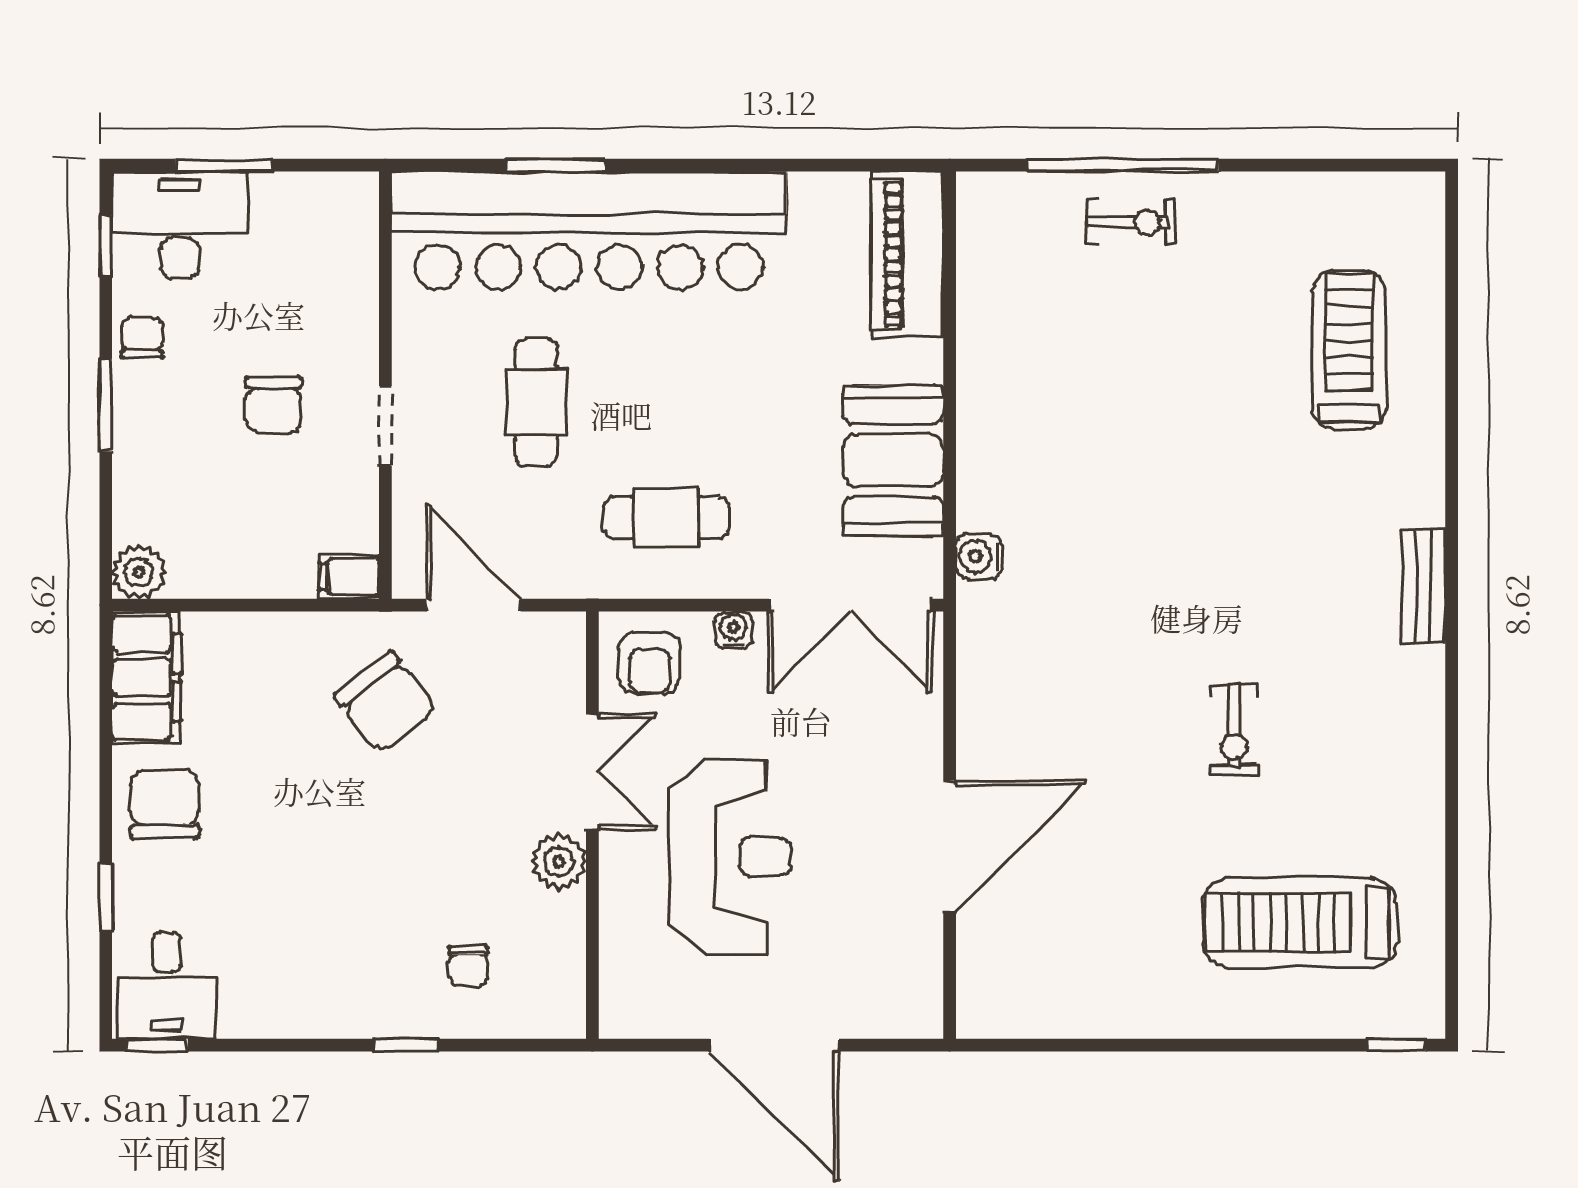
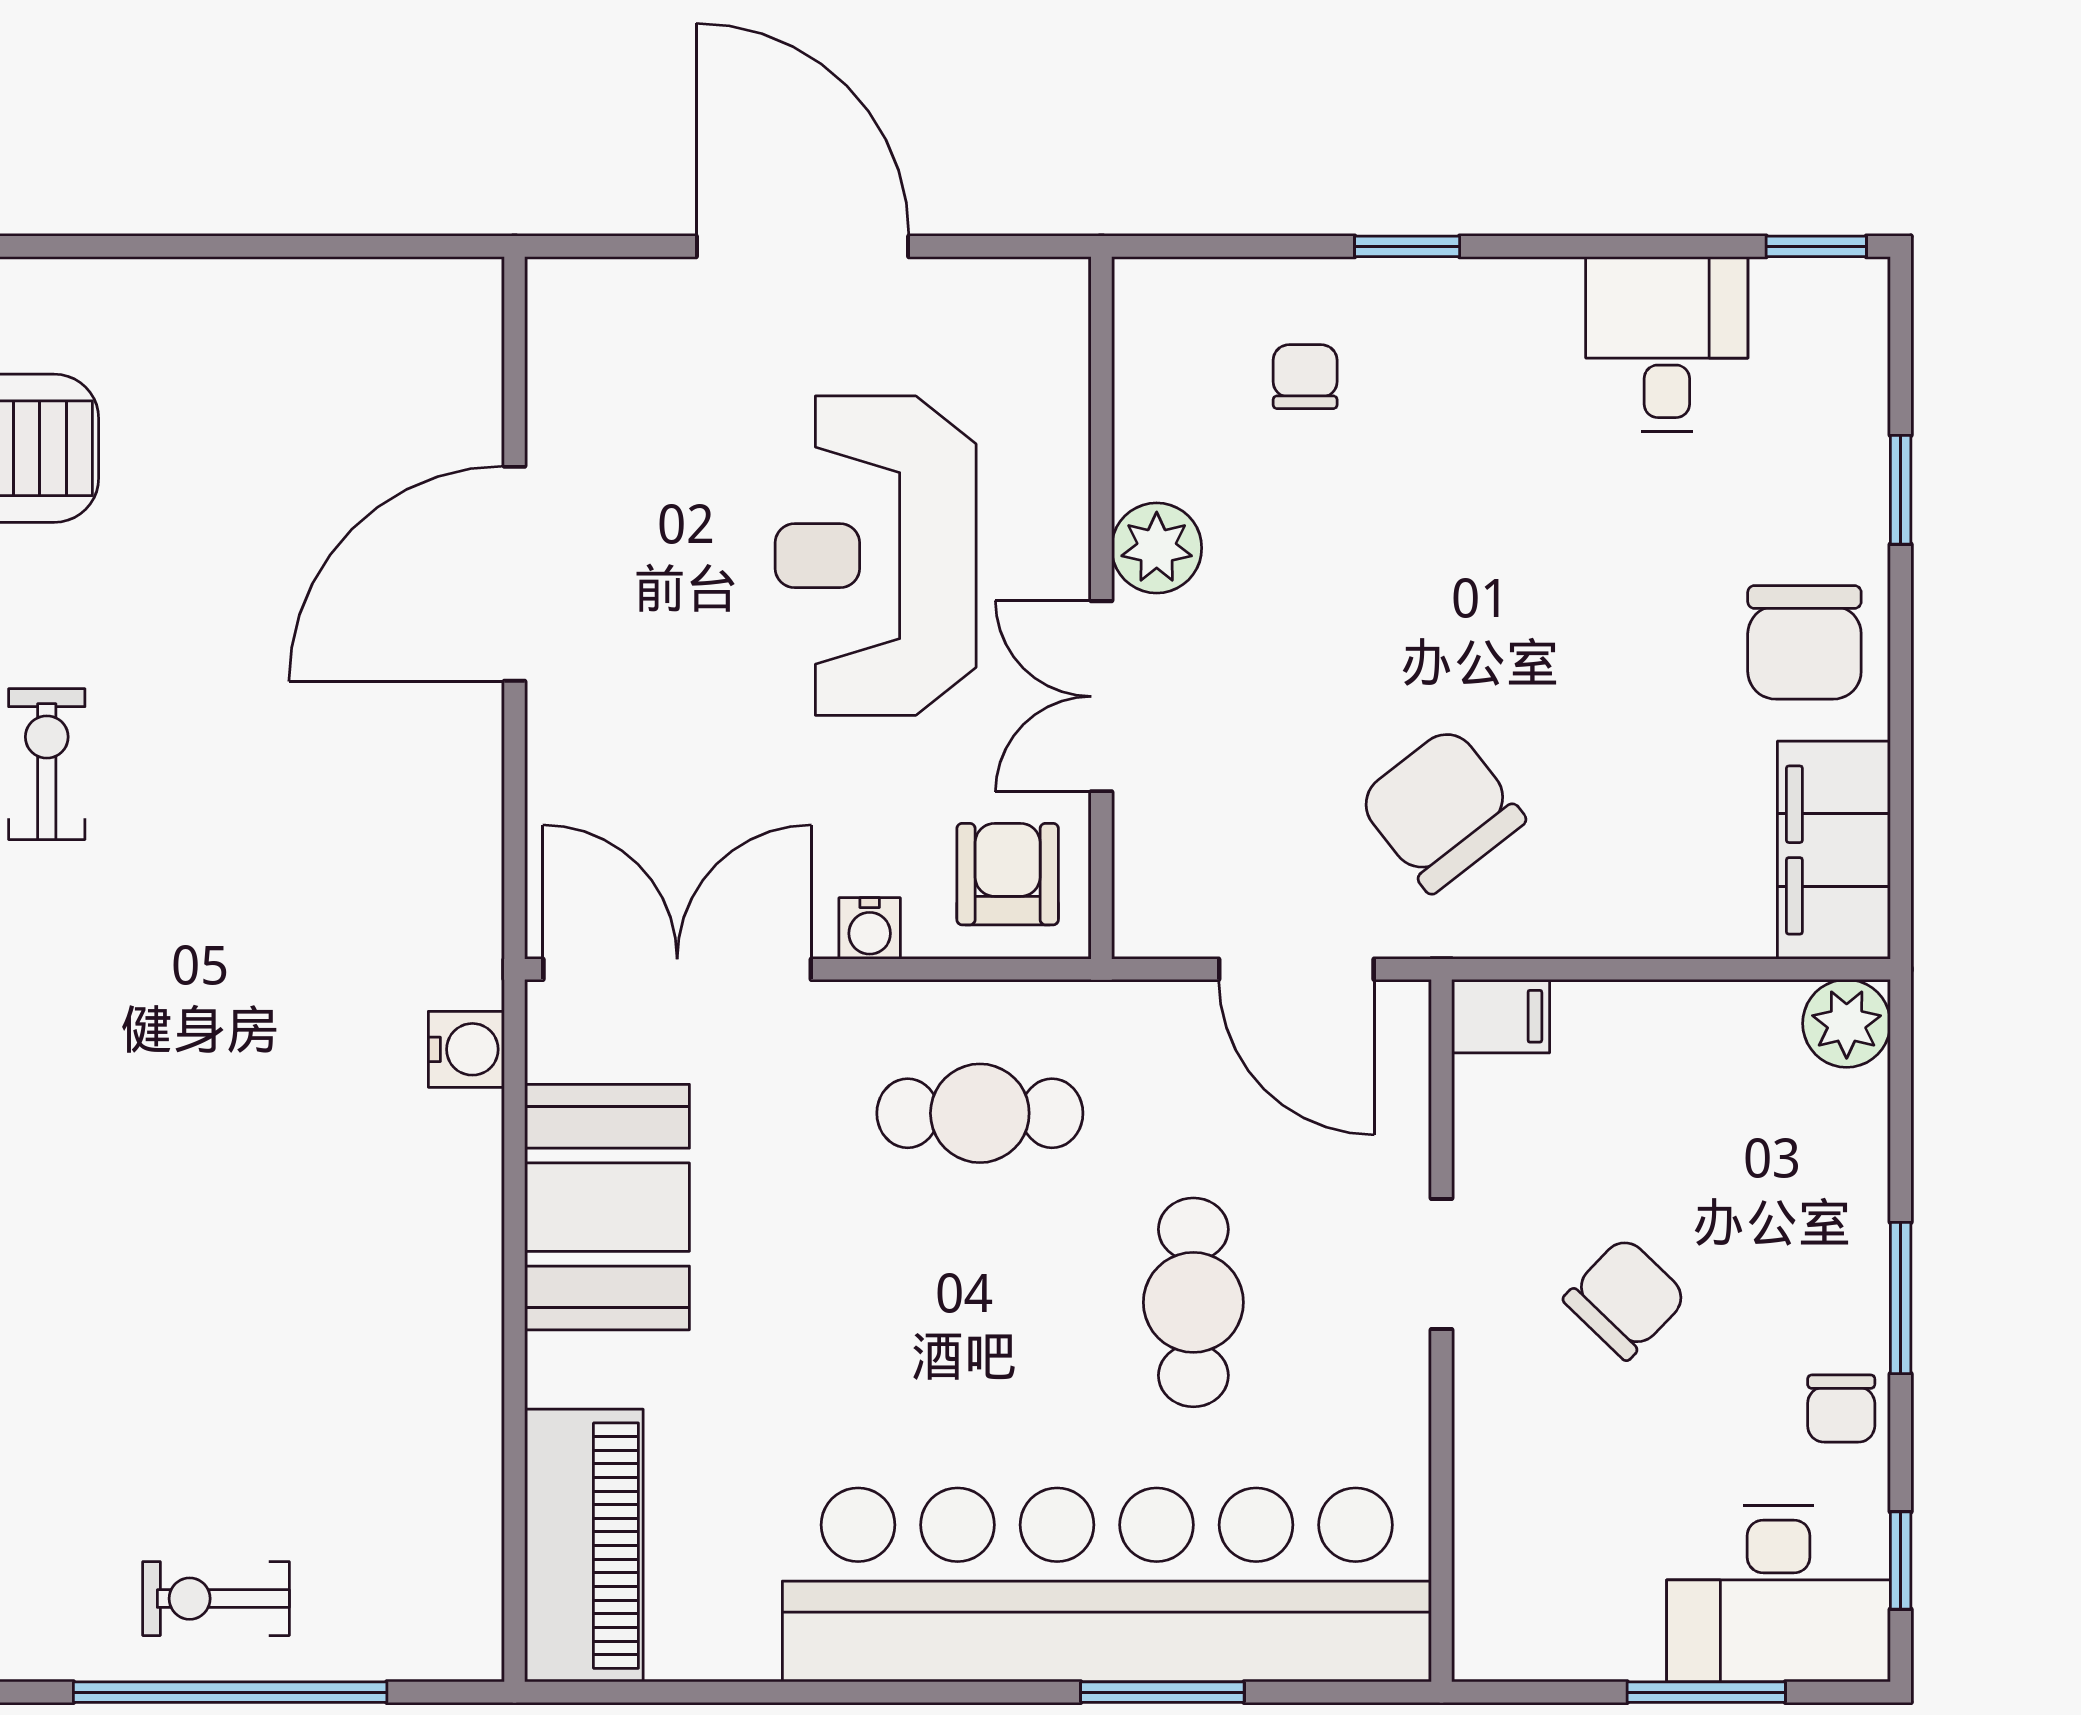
chair: (273, 405) -> (1625, 1298), turned 44
desk: (167, 986) -> (1667, 344), moved

